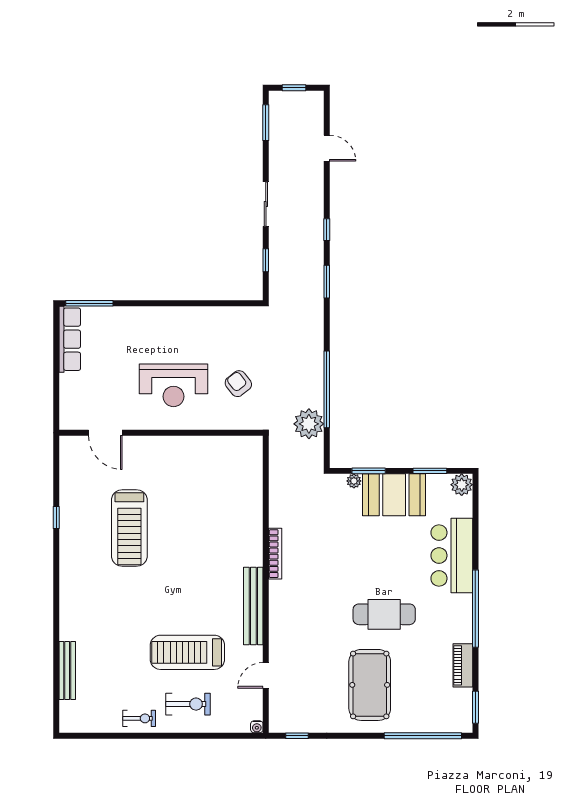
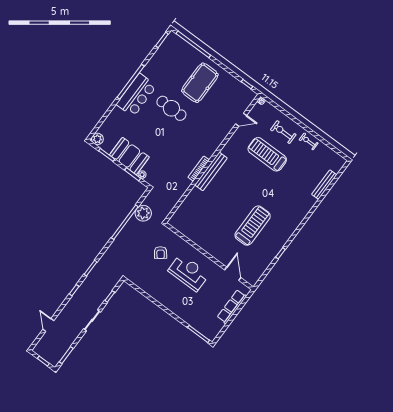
row of seats: (70, 339) -> (232, 307), moved
bar counter: (452, 556) -> (136, 95), moved
bench: (253, 606) -> (211, 171), moved
treadmill: (187, 652) -> (267, 154), turned 180
piano: (463, 665) -> (154, 62), removed

